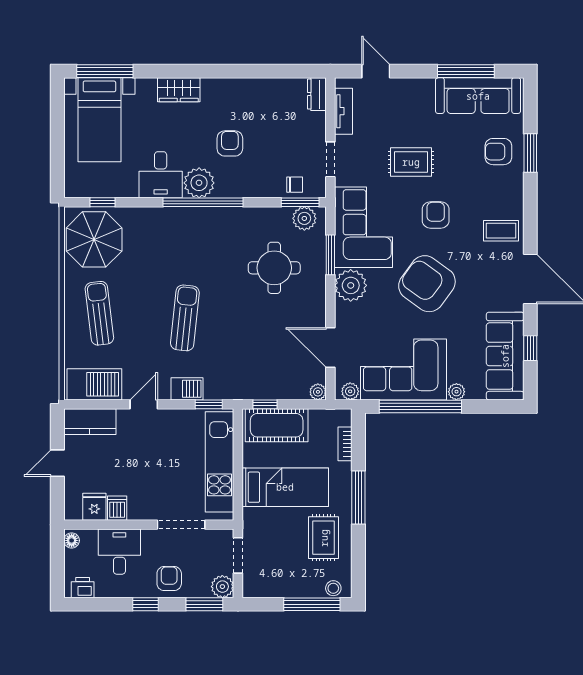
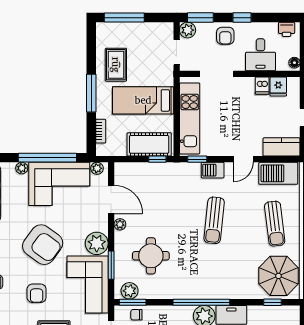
plant: (318, 392) -> (120, 224), moved
stool: (333, 588) -> (109, 29), removed

